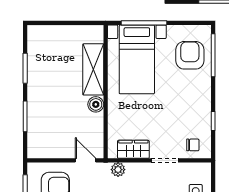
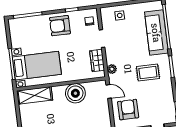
armchair: (190, 55) -> (60, 26), moved
shelving: (93, 69) -> (35, 95), moved
boiler: (96, 104) -> (75, 93), width x1.86, depth x1.86
door: (85, 160) -> (109, 92), swing flipped

